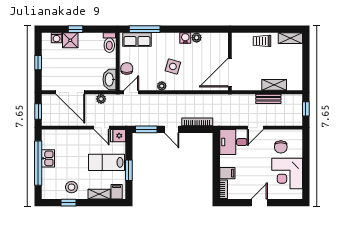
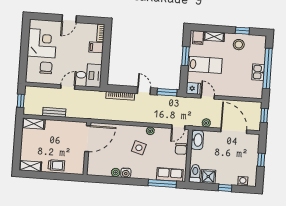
shower: (70, 40) -> (208, 176), moved
shelving: (274, 85) -> (34, 124), moved

